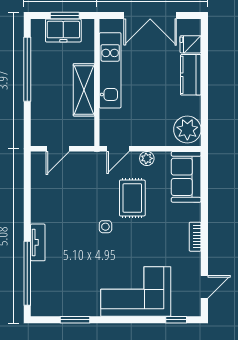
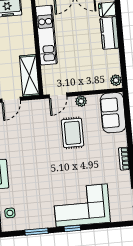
shelving: (84, 90) -> (29, 76), moved
plant: (187, 130) -> (116, 80), width x0.53, depth x0.53
side table: (105, 227) -> (10, 213), moved
window: (176, 320) -> (72, 228), moved

